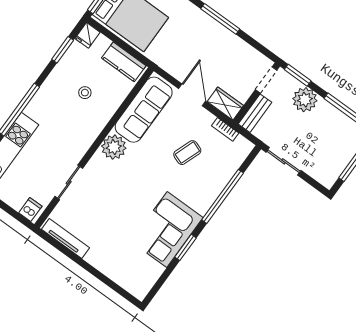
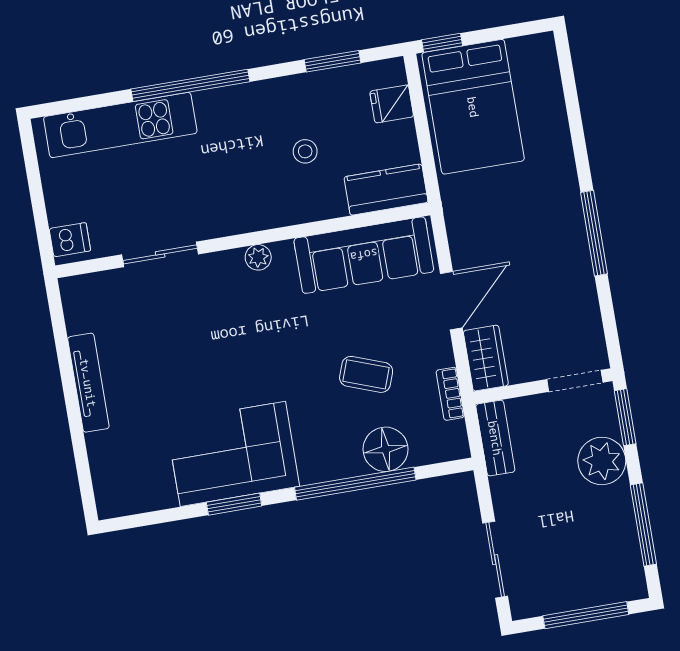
fridge: (88, 35) -> (392, 104), moved
kitchen counter: (124, 62) -> (386, 190), moved, turned 90
bench: (255, 113) -> (495, 438), moved, turned 90
plant: (114, 147) -> (258, 257), width x0.53, depth x0.53
sliding door: (284, 161) -> (495, 560), moved
floor lamp: (221, 173) -> (386, 449), added
tv unit: (65, 239) -> (88, 383), moved

